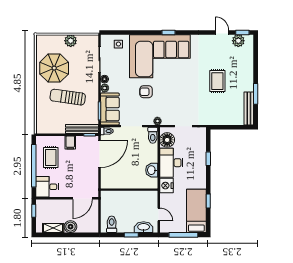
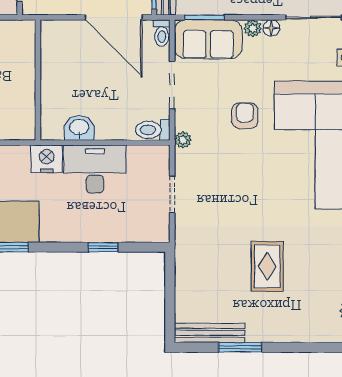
rug: (217, 81) -> (267, 266), turned 90
floor lamp: (167, 140) -> (143, 160), removed

